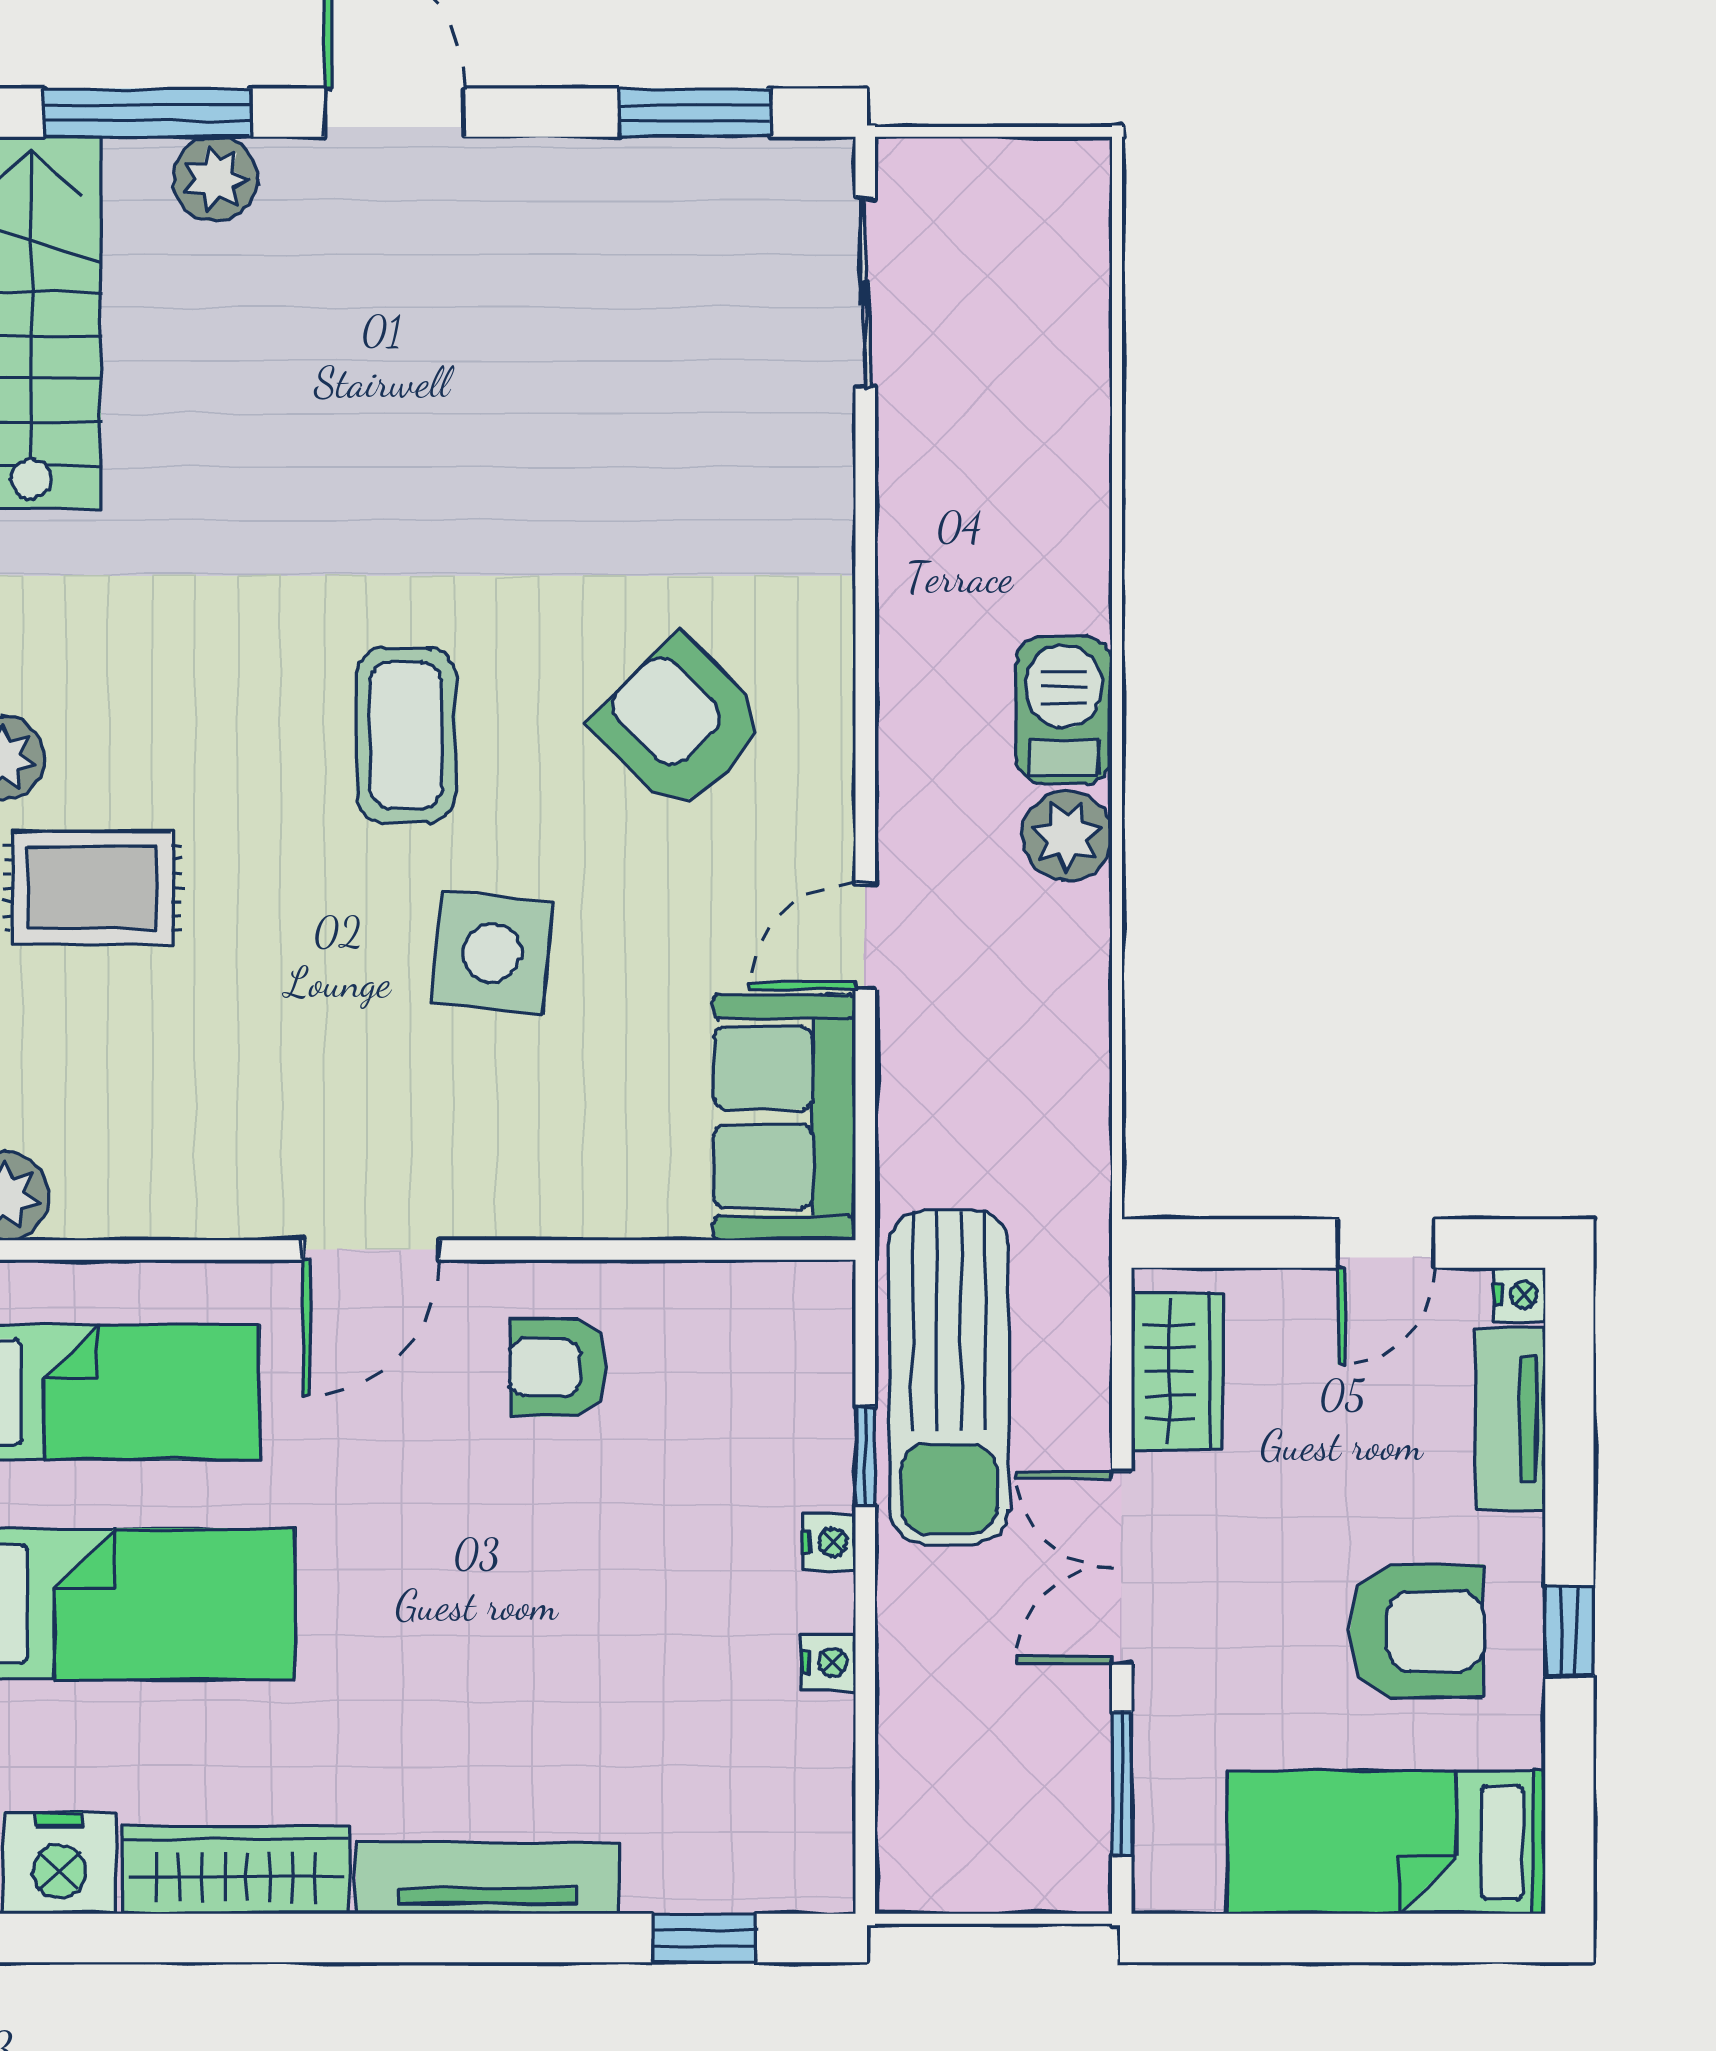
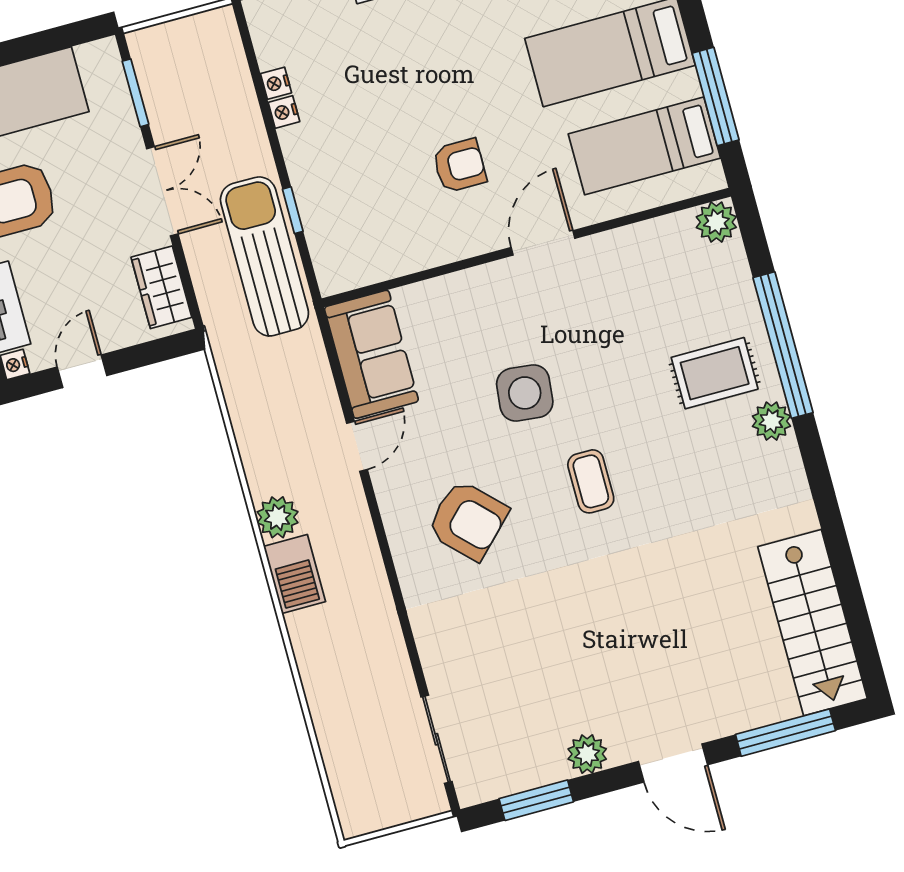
plant: (215, 179) -> (587, 754), moved
coffee table: (406, 735) -> (591, 481), width x0.73, depth x0.77
armchair: (559, 1368) -> (460, 166), moved
nightstand: (829, 1542) -> (276, 83), moved

